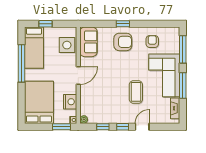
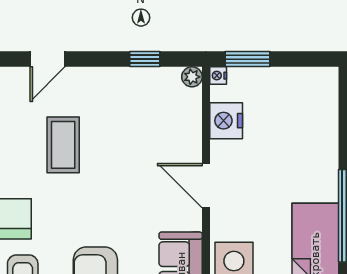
door: (78, 75) -> (206, 186), hinge flipped
bed: (39, 102) -> (303, 119), removed
window: (123, 127) -> (96, 59), removed

